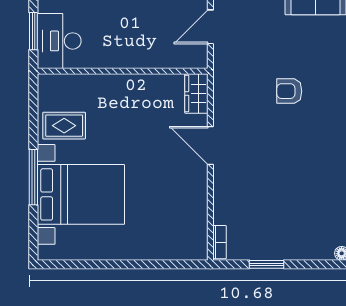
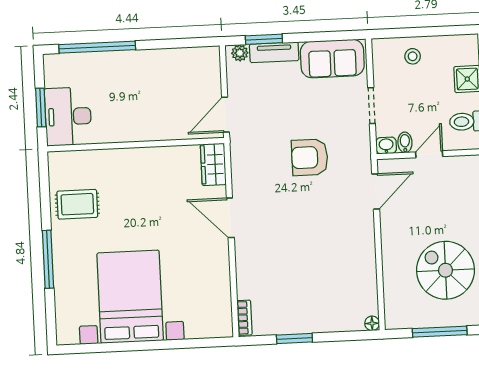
door: (210, 27) -> (225, 115), moved
armchair: (289, 91) -> (310, 157), width x1.38, depth x1.38
bed with nightstands: (81, 194) -> (130, 297), moved, turned -90

